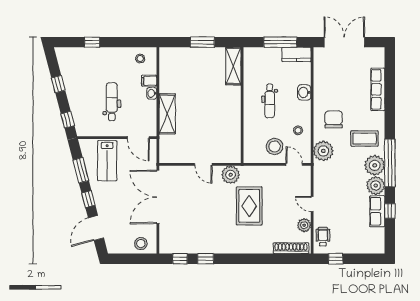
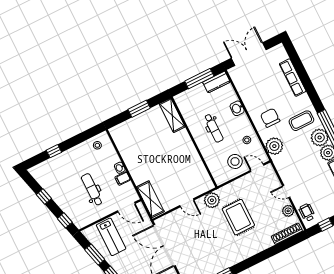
filing cabinet: (149, 81) -> (123, 179), moved
shelving: (167, 114) -> (150, 199), moved

